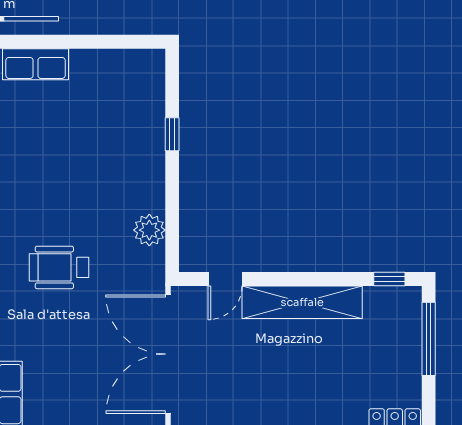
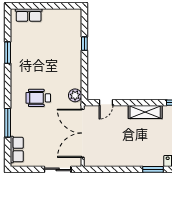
plant: (149, 230) -> (75, 95), moved
shelving: (302, 302) -> (145, 112), width x0.68

